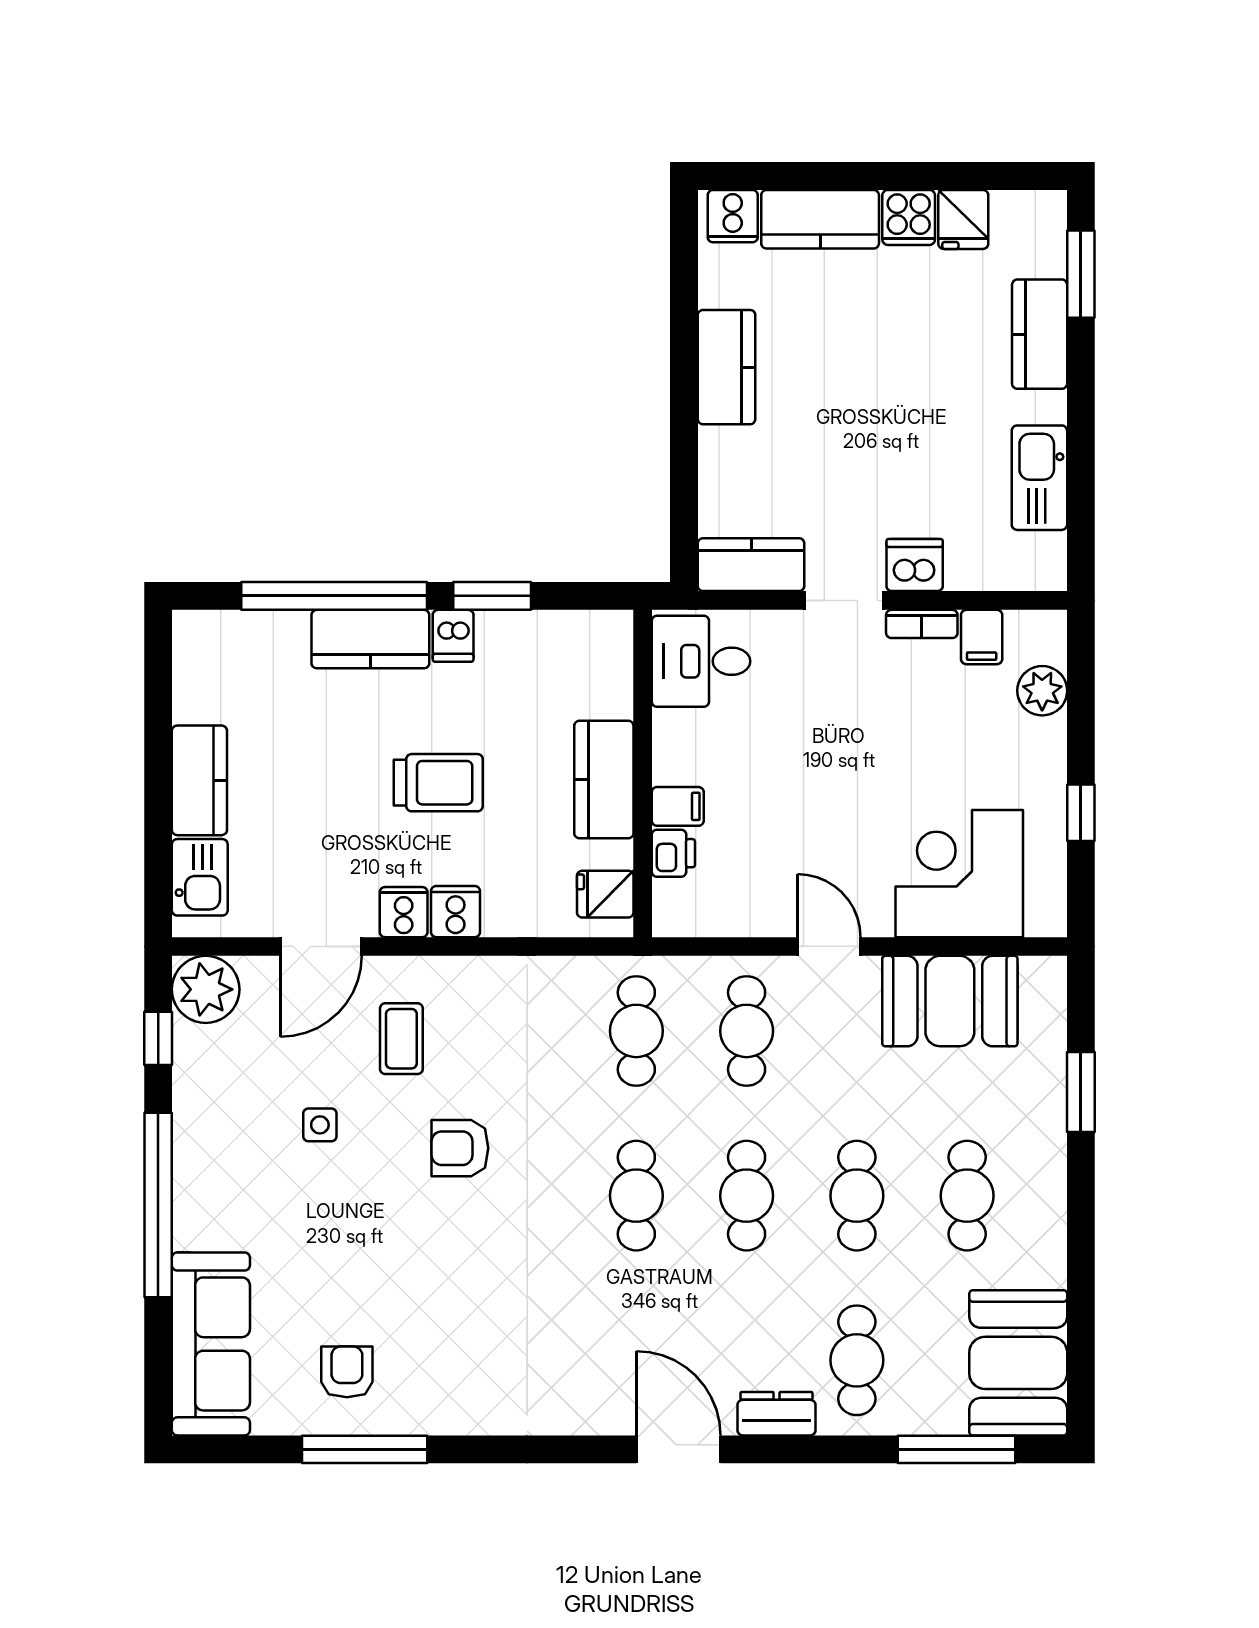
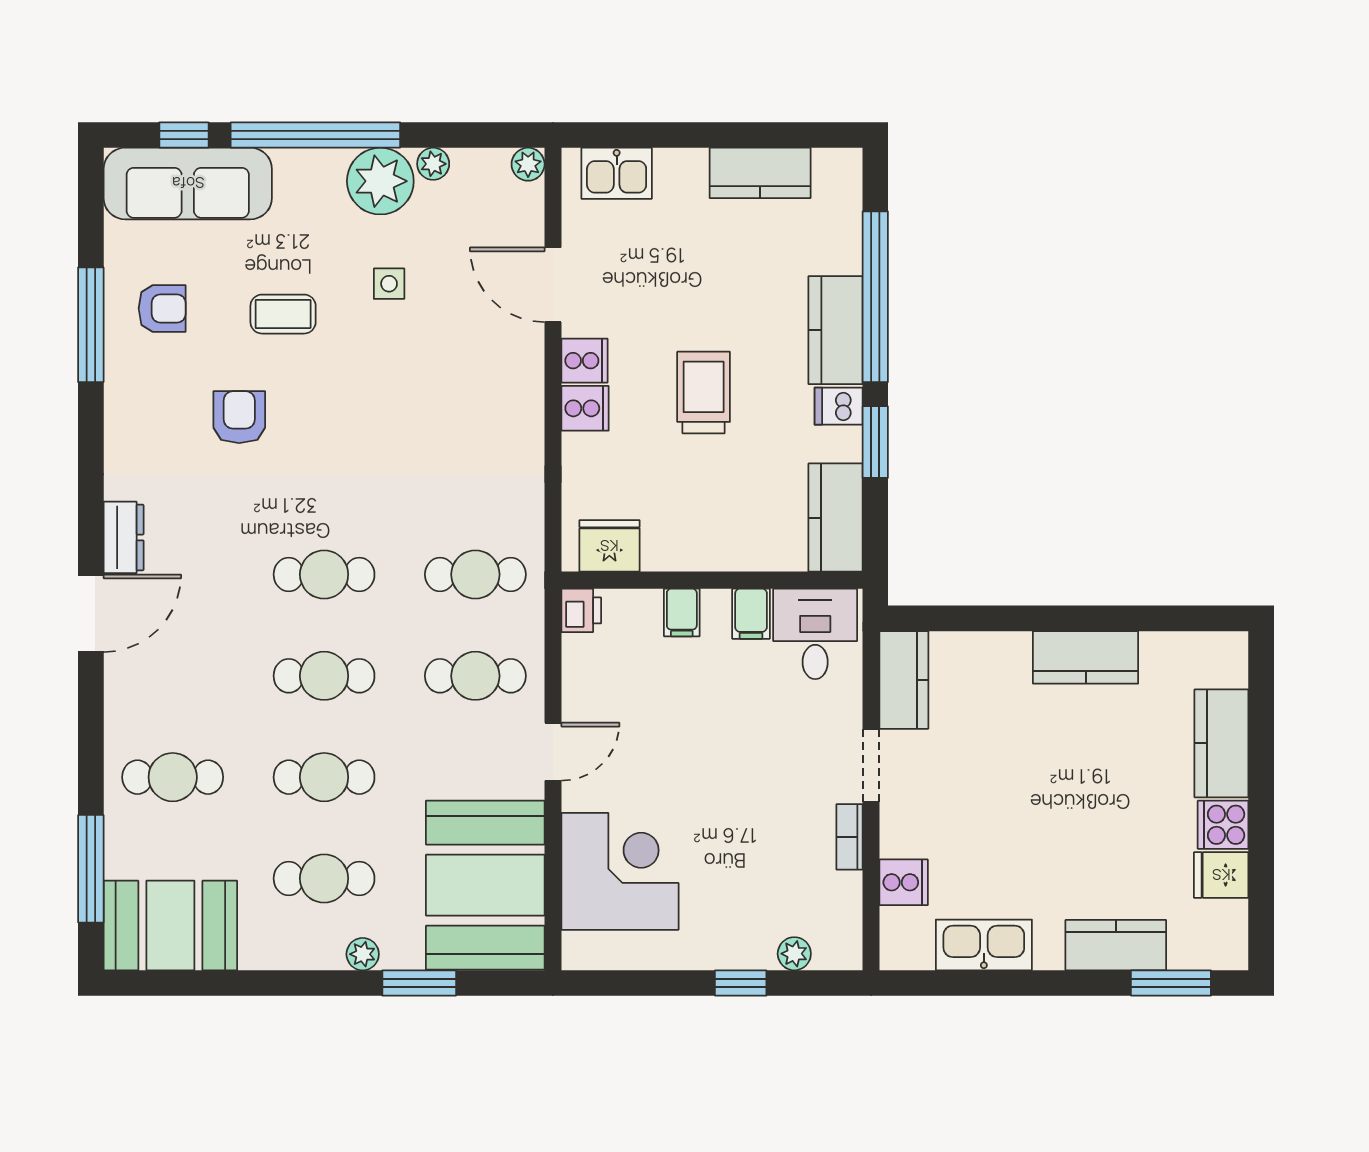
cooker: (733, 216) -> (904, 882), moved, turned 180
dishwasher: (915, 565) -> (904, 830), removed
filing cabinet: (982, 637) -> (751, 614), moved, turned -90
plant: (1042, 691) -> (794, 954), width x0.73, depth x0.73
kitchen counter: (199, 780) -> (760, 173), moved
kitchen counter: (604, 780) -> (835, 518), moved, turned -90
trolley: (438, 783) -> (704, 393), turned 180
window: (1081, 813) -> (741, 983), moved
printer: (673, 853) -> (581, 610), moved, turned -90
fridge: (605, 894) -> (609, 546), width x1.38
plant: (206, 989) -> (528, 164), width x0.53, depth x0.53
booth: (950, 1001) -> (485, 885), width x1.36, depth x1.42
window: (158, 1038) -> (184, 135), moved
coffee table: (401, 1039) -> (283, 314), moved
plant: (189, 1077) -> (433, 164), added
plant: (208, 1134) -> (380, 181), added
armchair: (460, 1148) -> (239, 417), moved
plant: (1049, 1154) -> (363, 954), added
dresser: (776, 1414) -> (124, 537), moved

